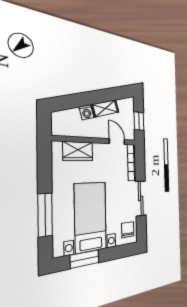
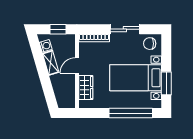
washing machine: (86, 112) -> (46, 46), moved
door: (117, 142) -> (77, 66), moved
window: (45, 215) -> (131, 113), width x1.46

